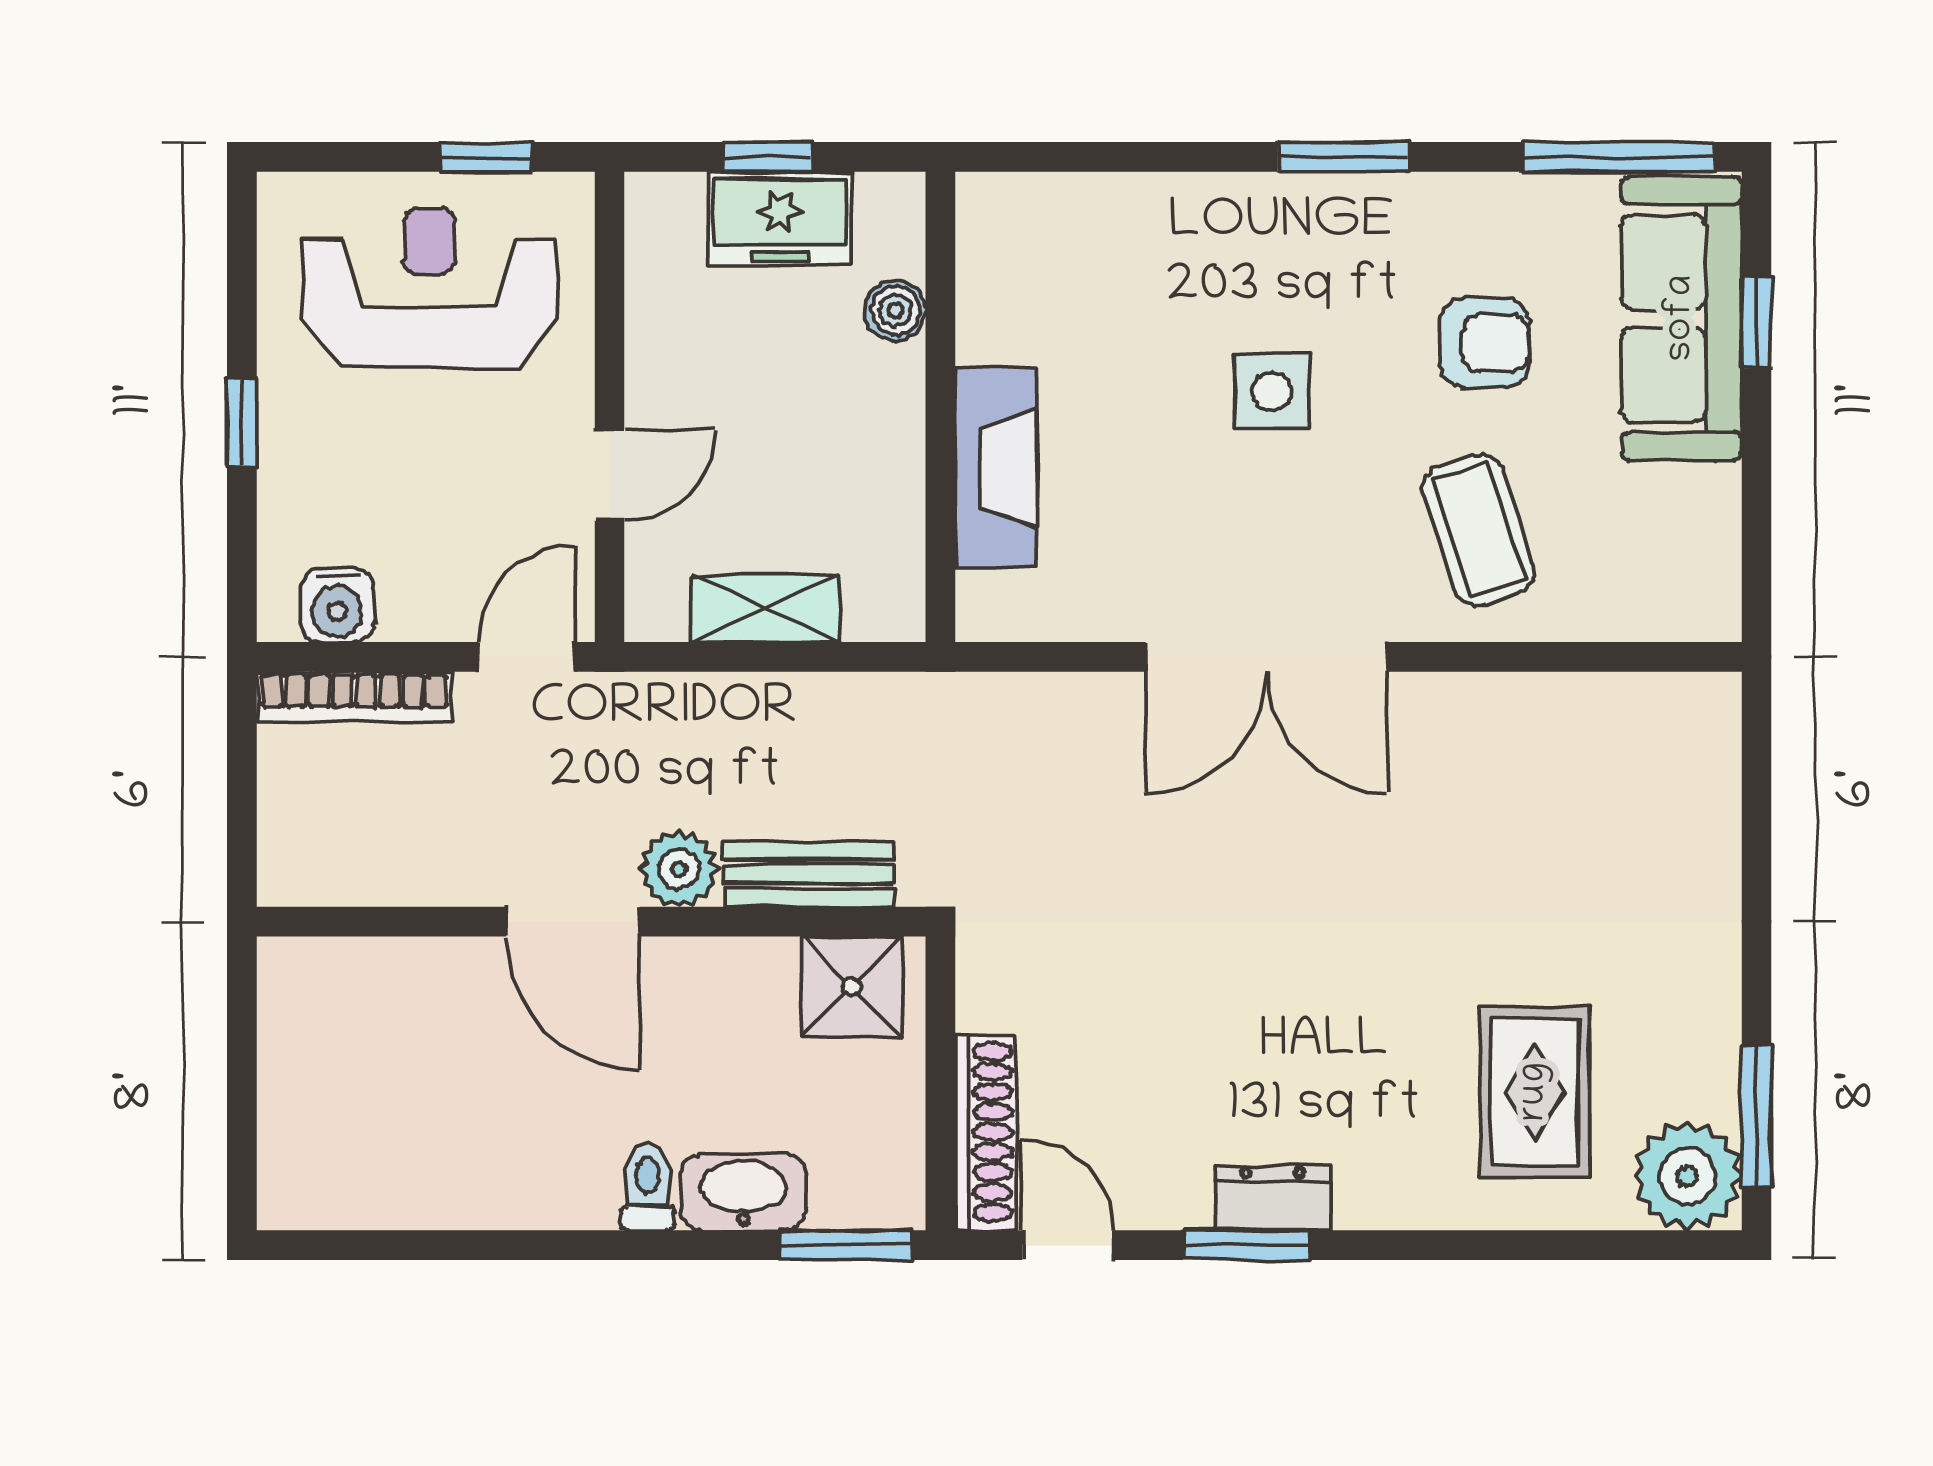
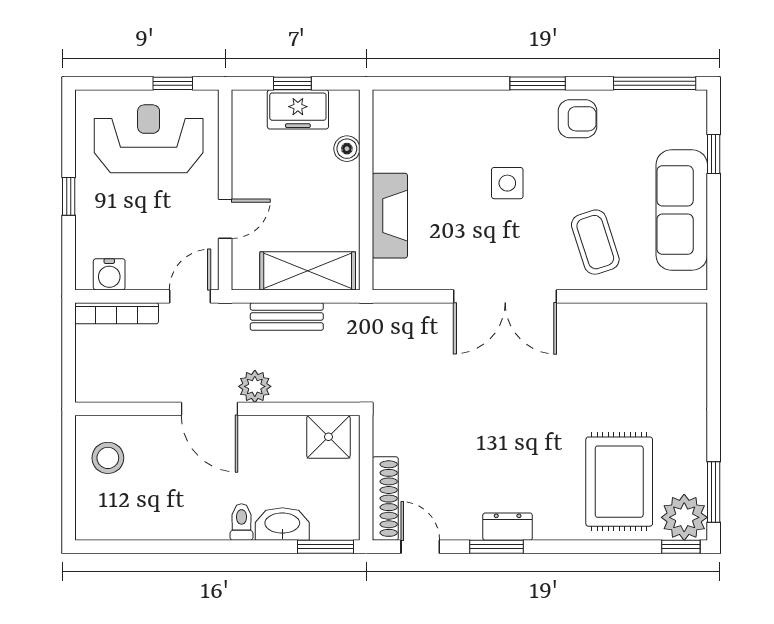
sofa: (1682, 318) -> (682, 210), moved
armchair: (1485, 343) -> (578, 119), moved
shelving: (766, 609) -> (308, 271), width x1.50, depth x1.33
bench: (809, 874) -> (287, 316), moved
stool: (334, 1037) -> (108, 458), added
rug: (1535, 1092) -> (619, 482), width x1.36, depth x1.43
window: (1680, 1245) -> (681, 547), added

